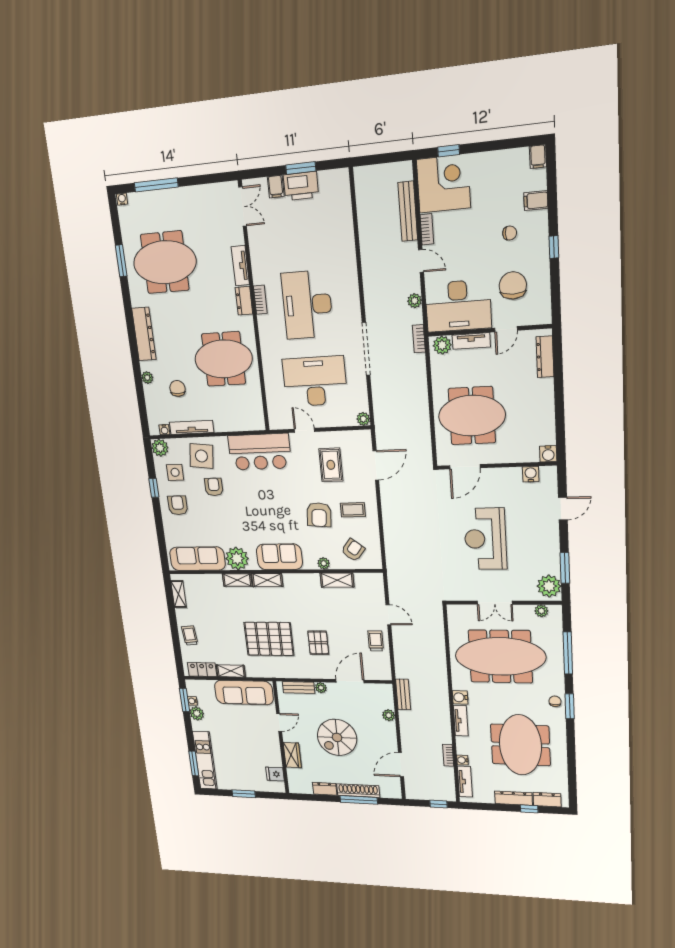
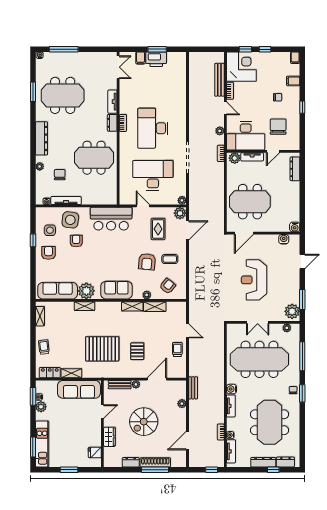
window: (483, 147) -> (265, 49), added
plant: (160, 448) -> (180, 213), moved
shelving: (267, 580) -> (132, 306), moved

